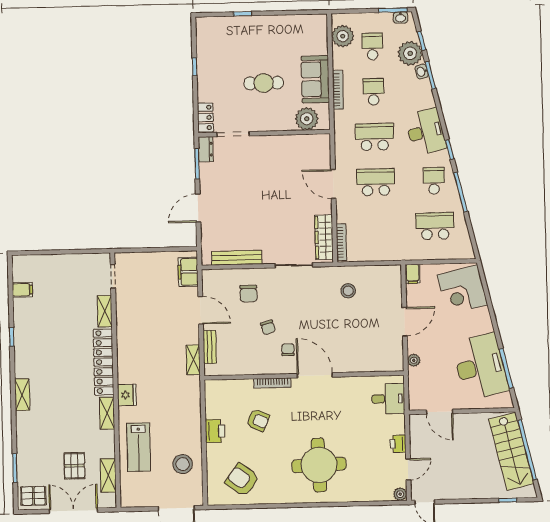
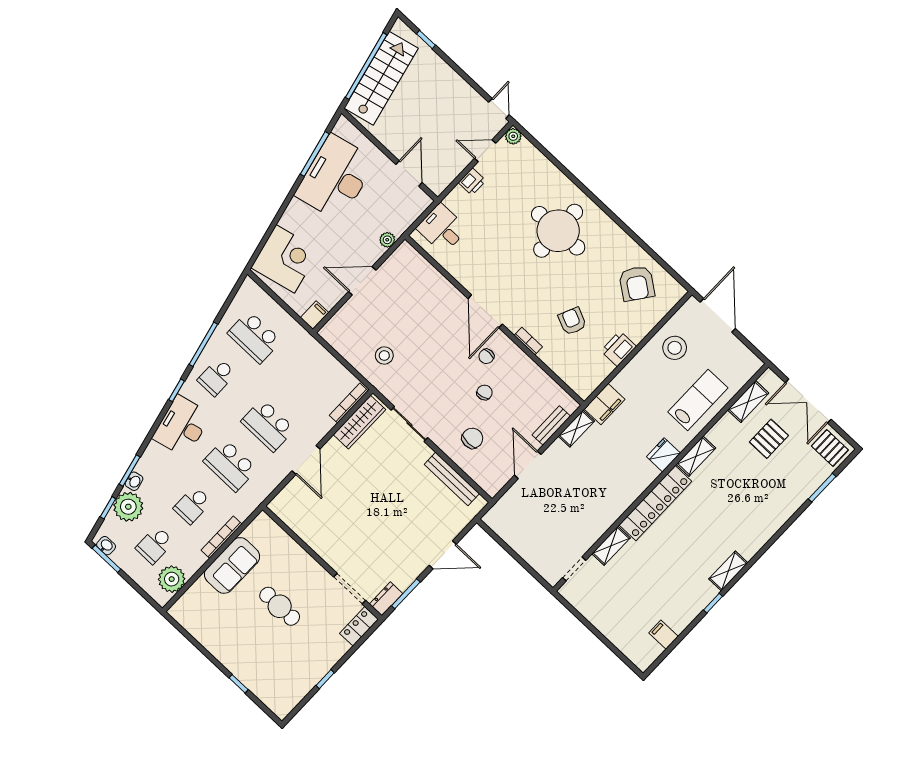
plant: (307, 119) -> (273, 539), removed
filing cabinet: (188, 272) -> (605, 404), moved
bookcase: (272, 383) -> (528, 341), width x0.64
shelving: (22, 395) -> (728, 571), moved

